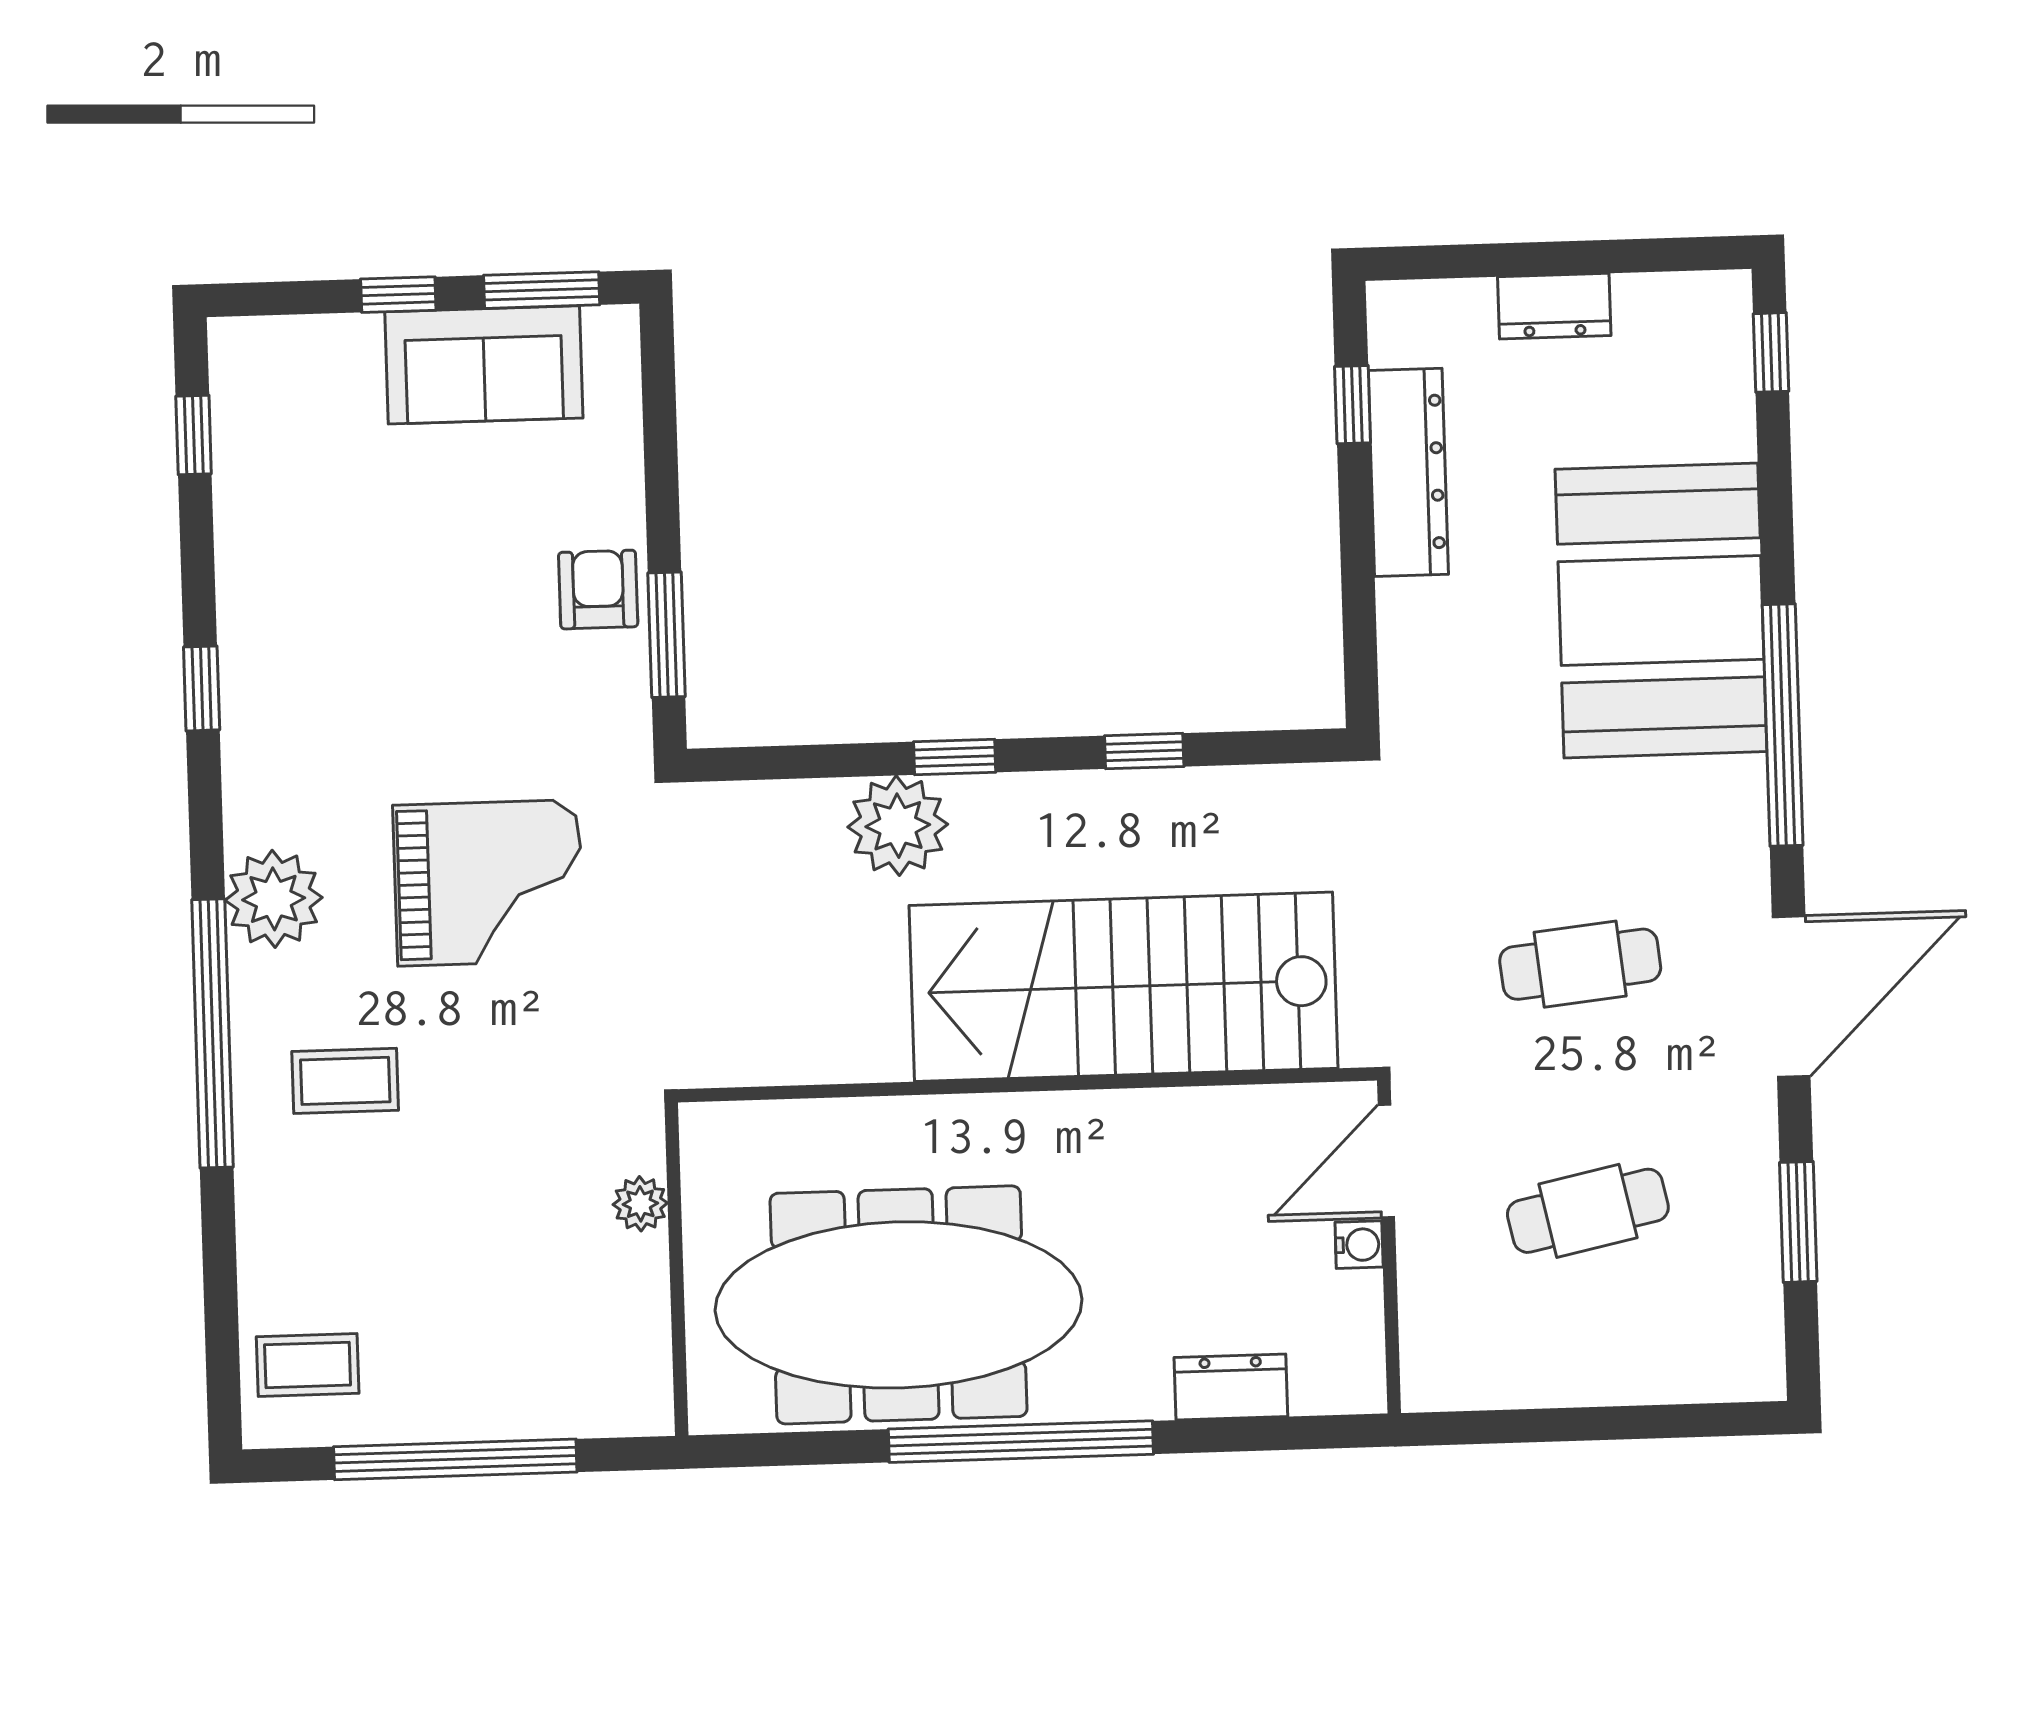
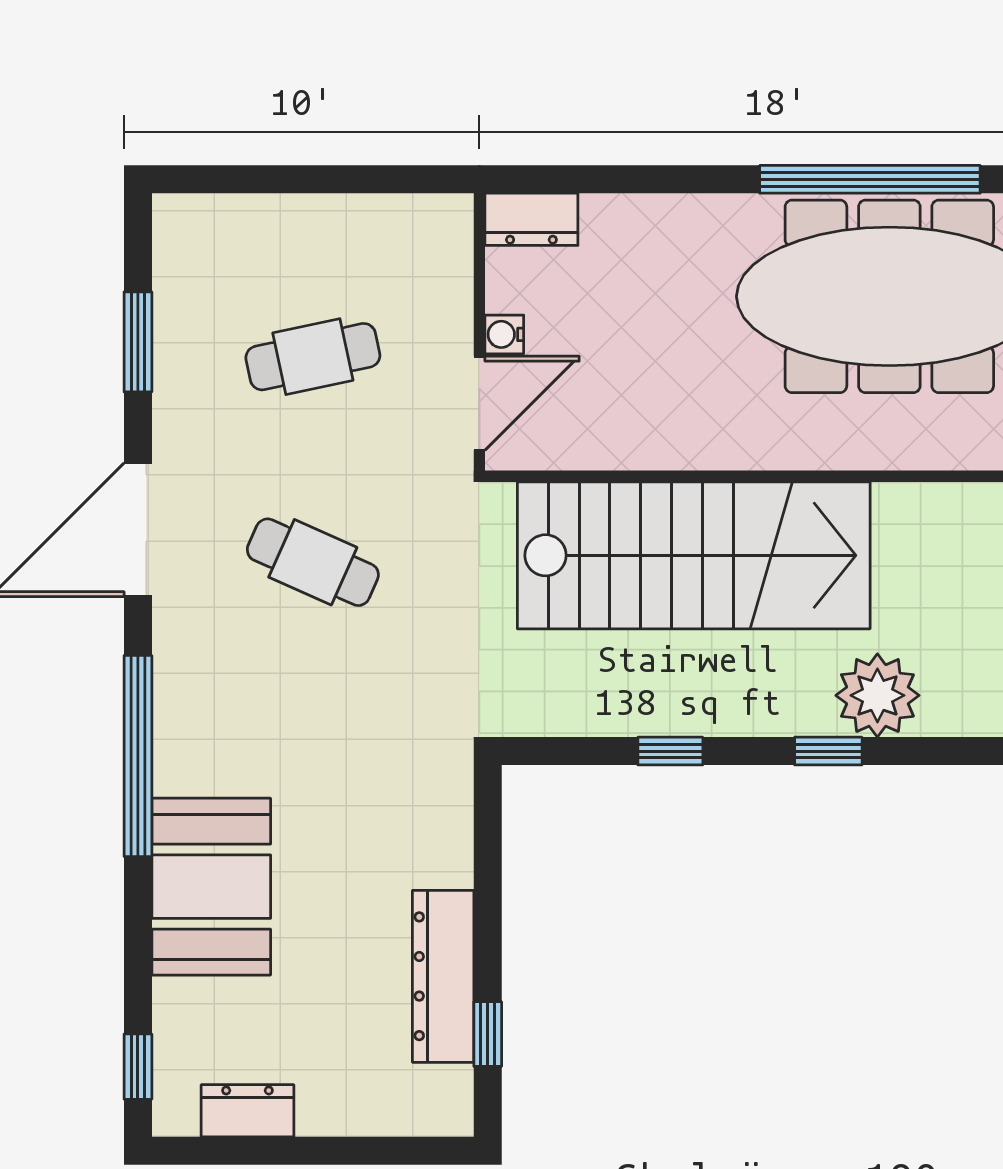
dresser: (1554, 306) -> (247, 1111), moved
booth: (1661, 610) -> (211, 887), width x0.73, depth x0.70
cafe table: (1580, 964) -> (313, 562), turned 30
dresser: (1231, 1387) -> (531, 219), moved
window: (1021, 1442) -> (870, 179), moved

